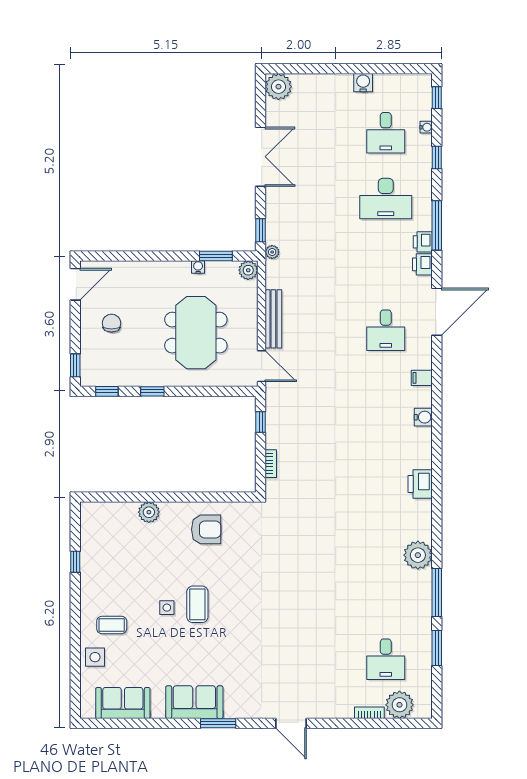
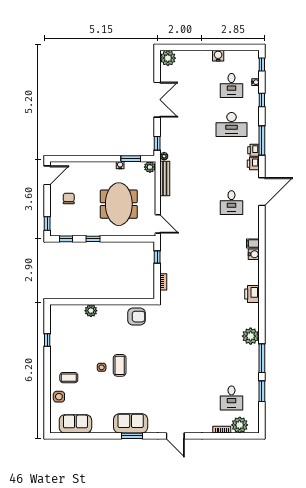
bench: (273, 319) -> (165, 179), moved
filing cabinet: (422, 378) -> (253, 243), moved
armchair: (206, 529) -> (136, 317), moved
sofa: (194, 702) -> (131, 423), moved

